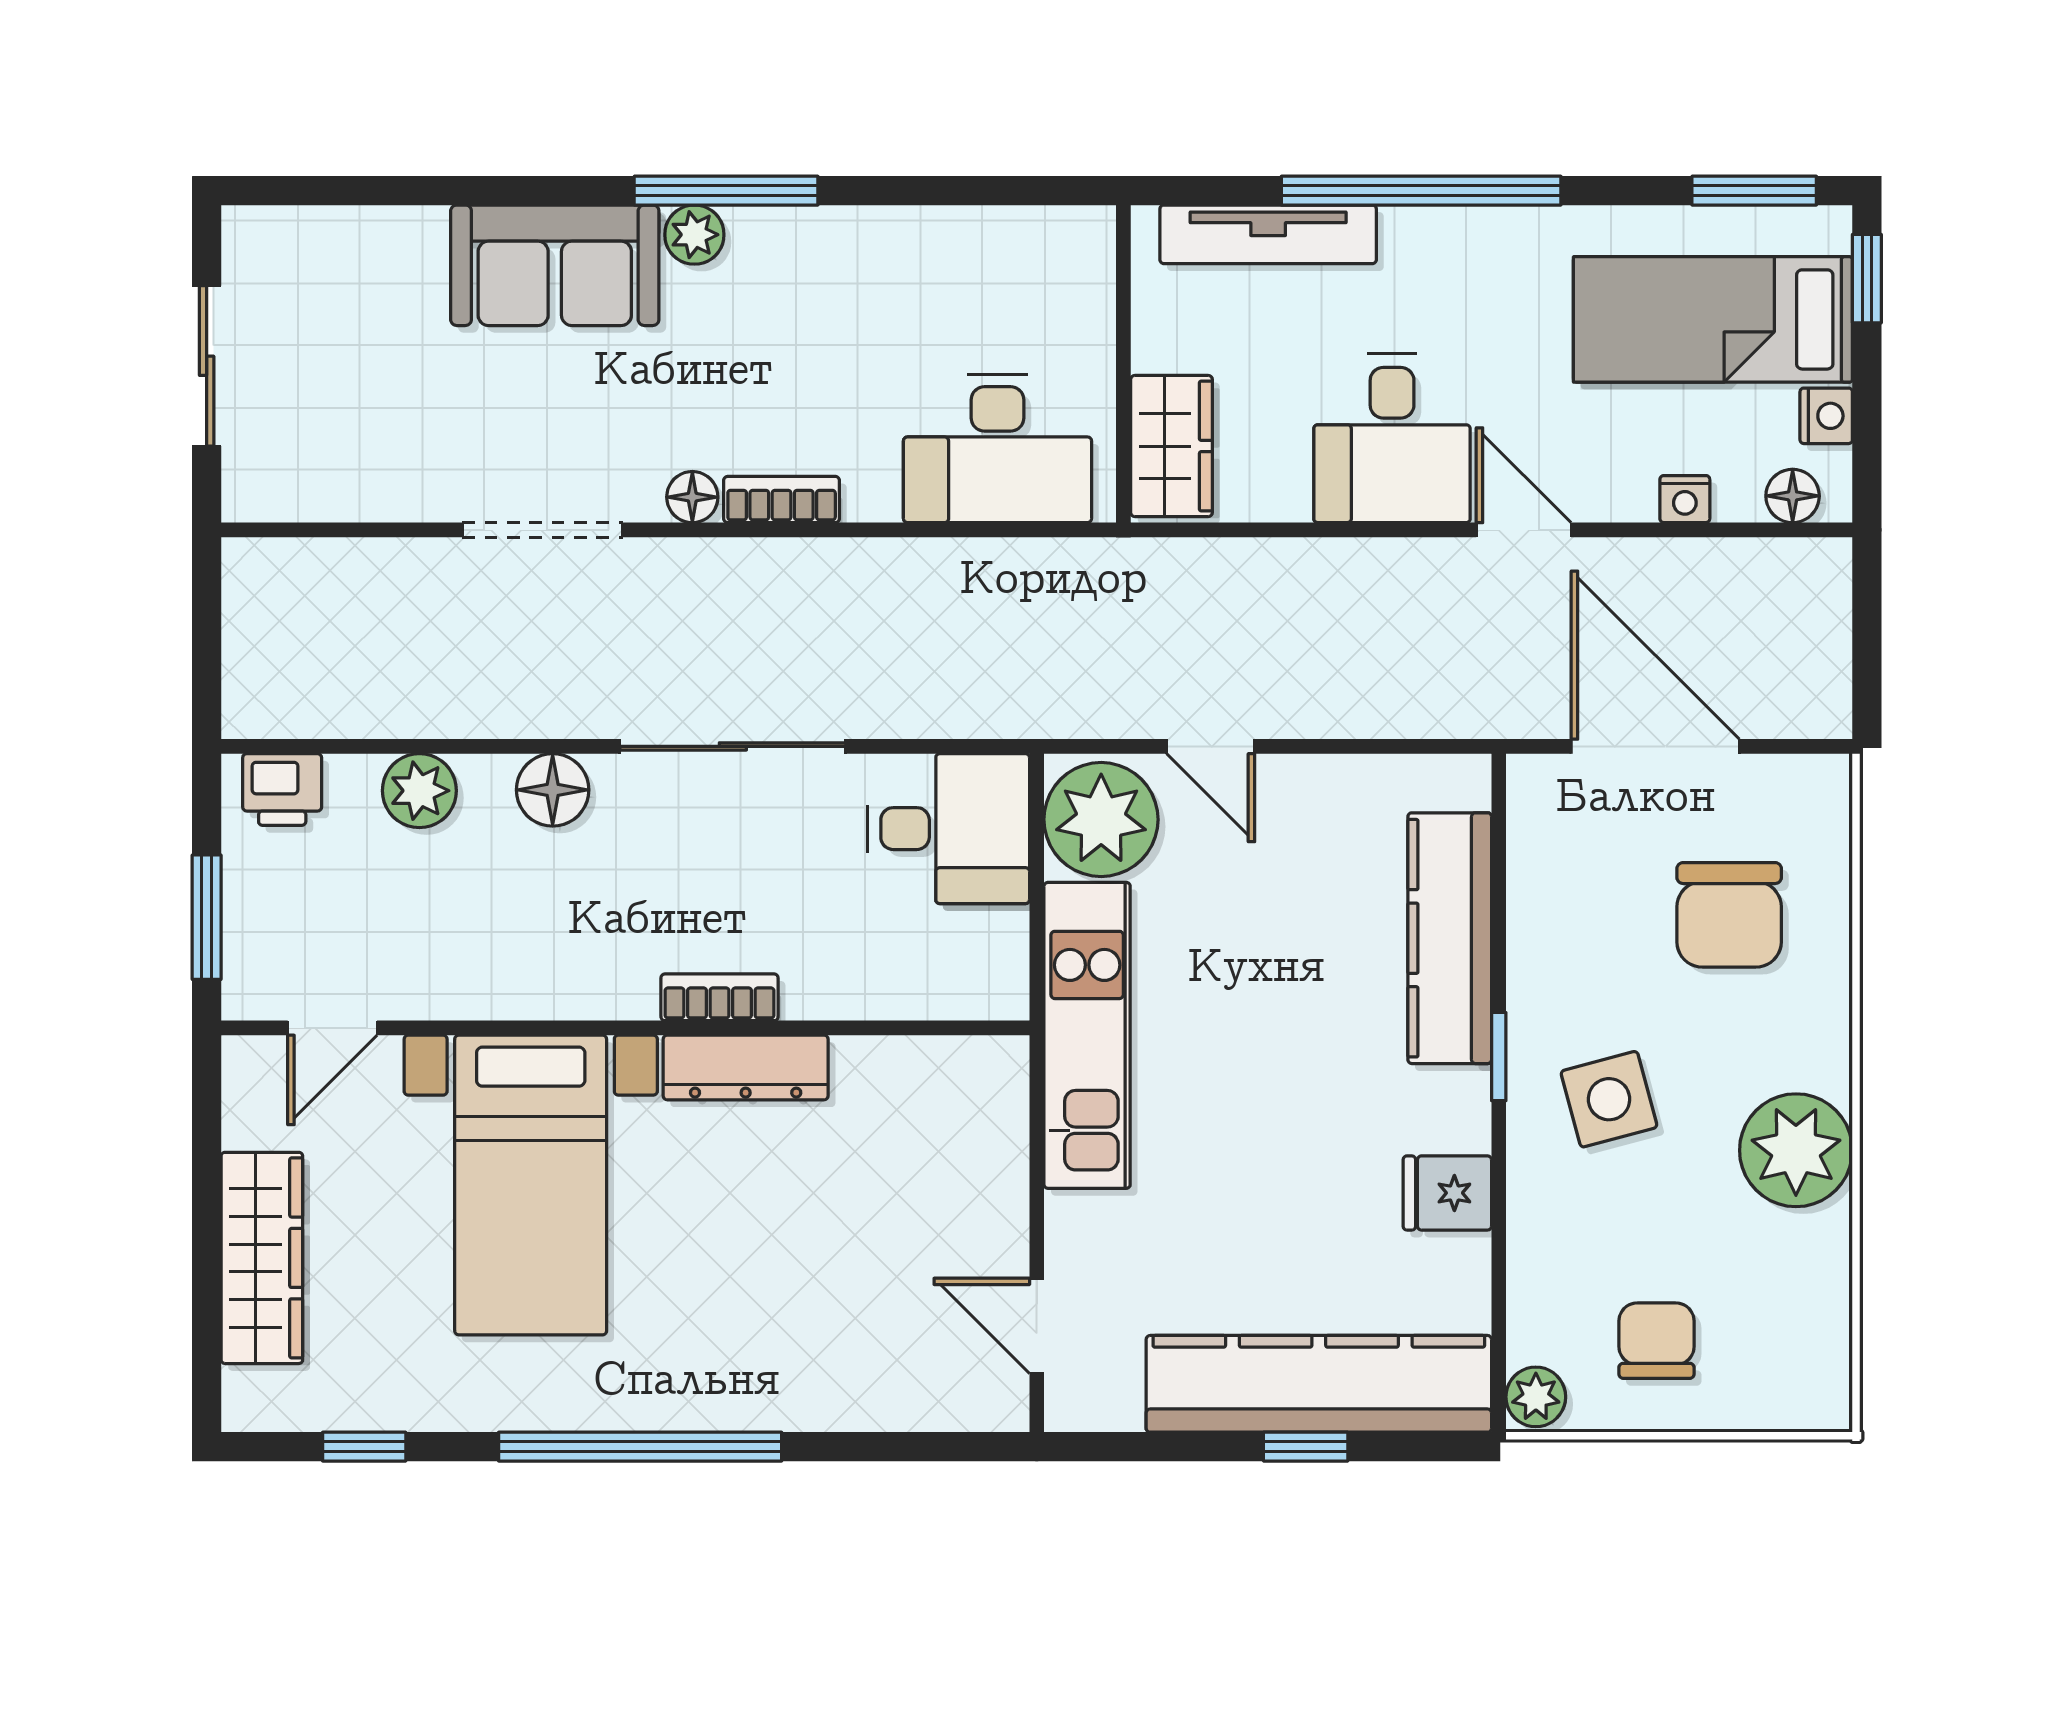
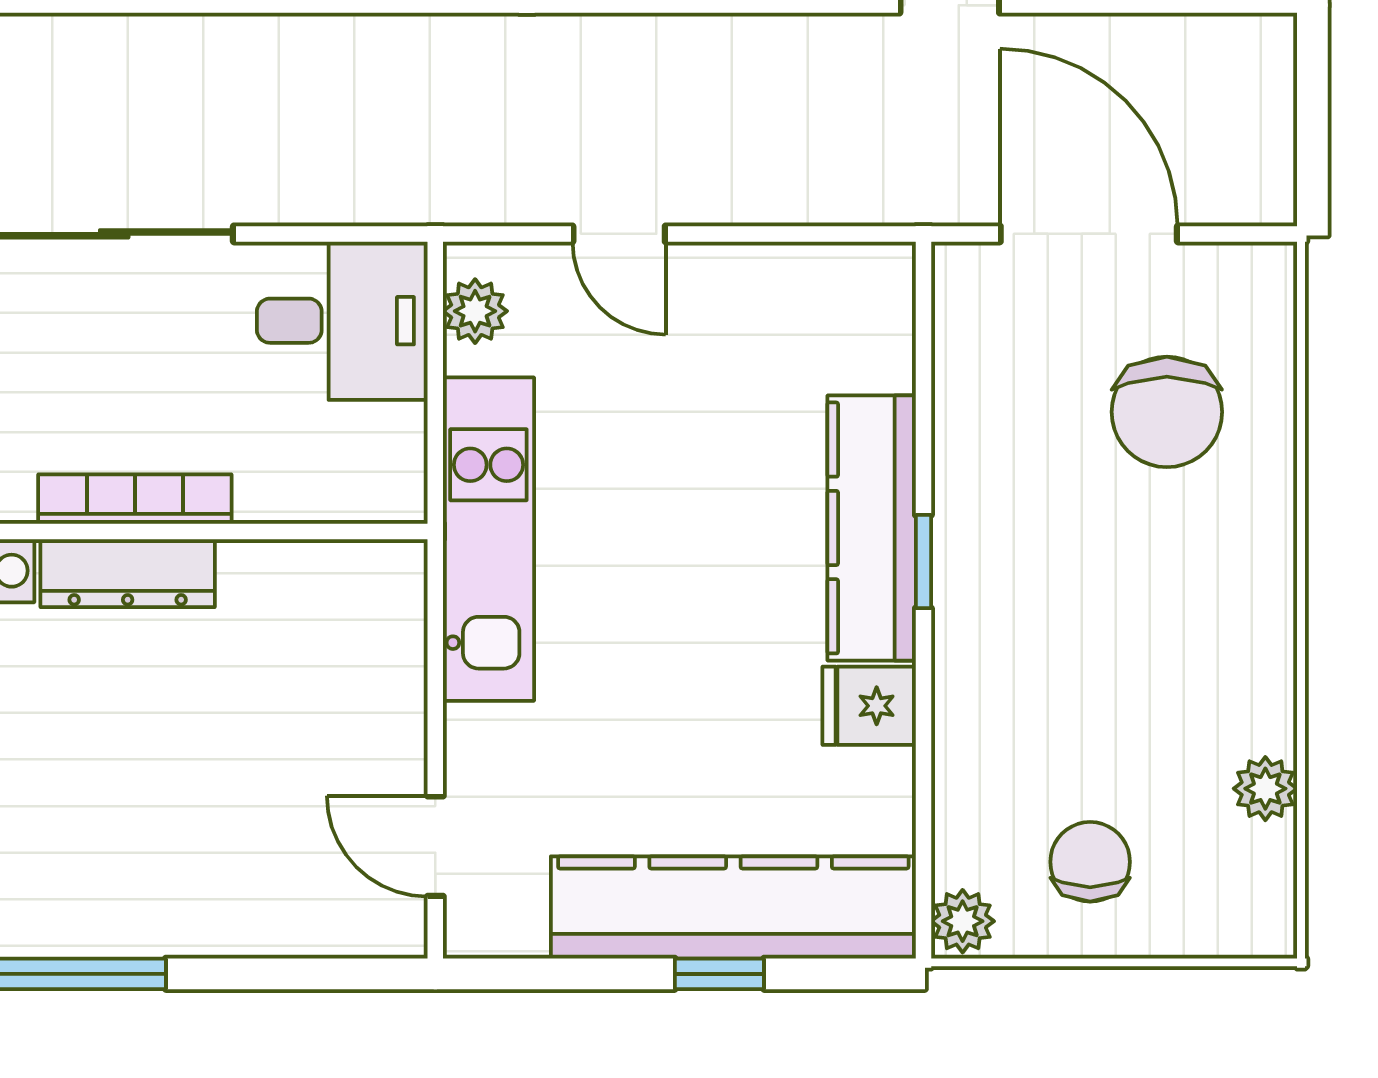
plant: (1101, 820) -> (475, 311), width x0.53, depth x0.53
kitchen counter: (1450, 938) -> (872, 528), moved
bookcase: (720, 997) -> (135, 499), width x1.56
side table: (1609, 1099) -> (1040, 607), removed
plant: (1796, 1150) -> (1265, 789), moved, width x0.53, depth x0.53

